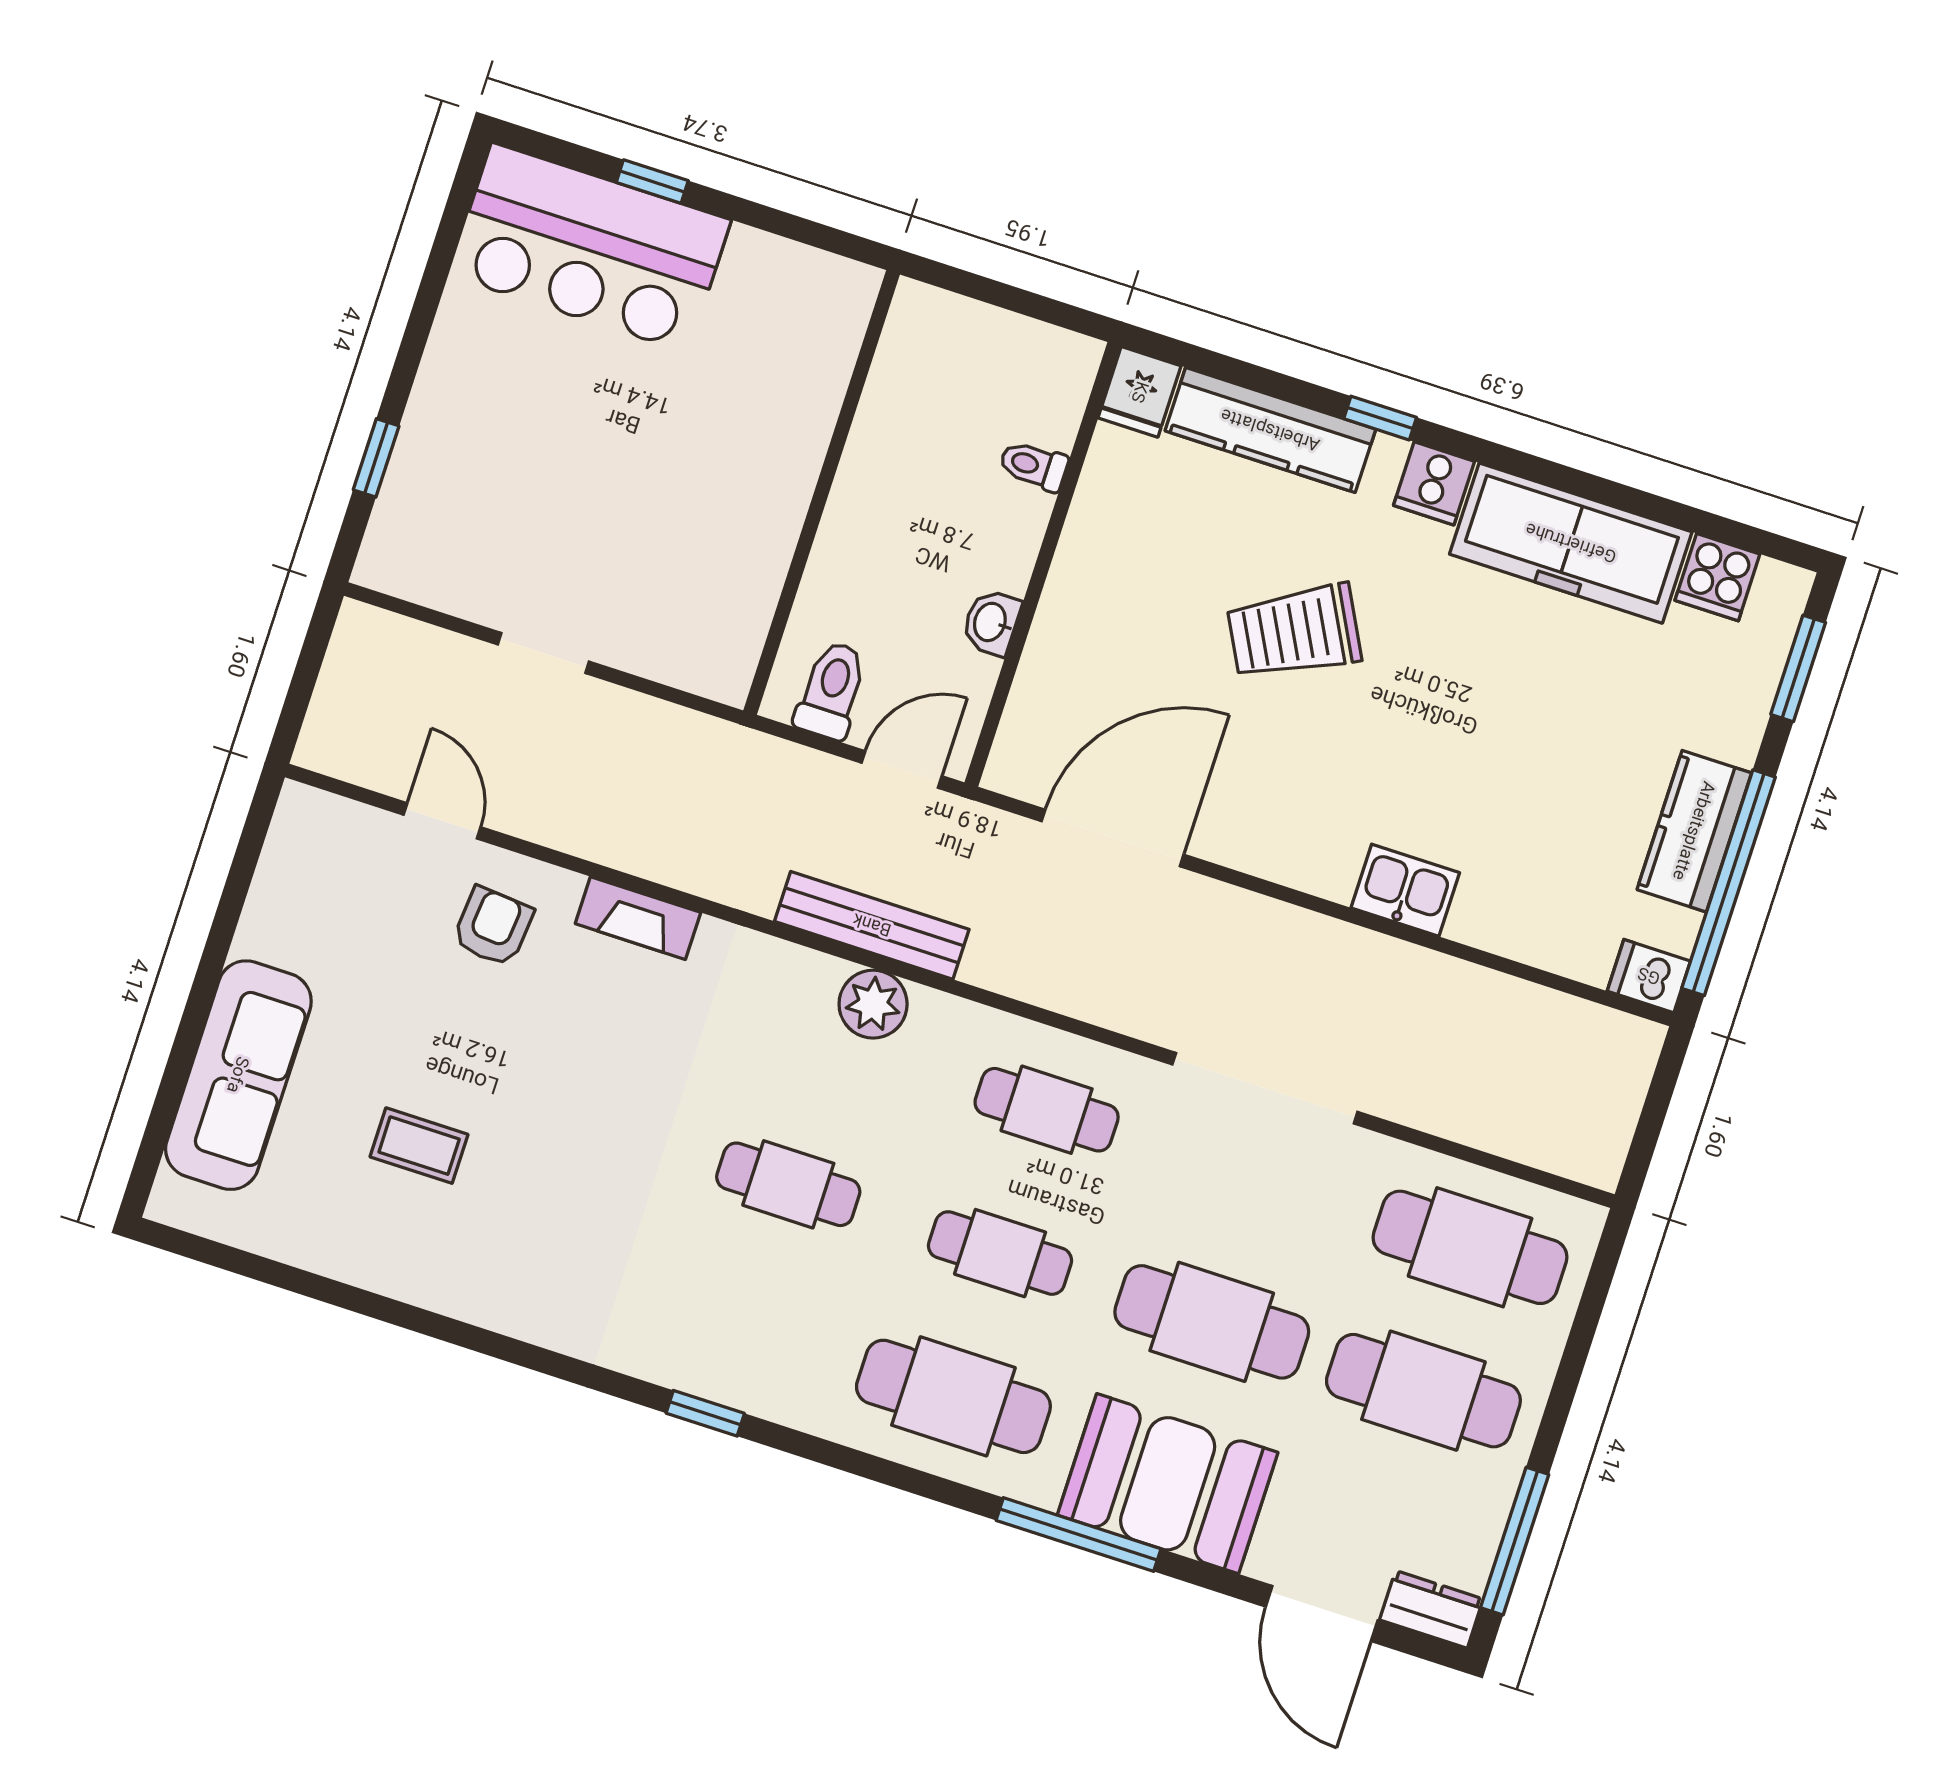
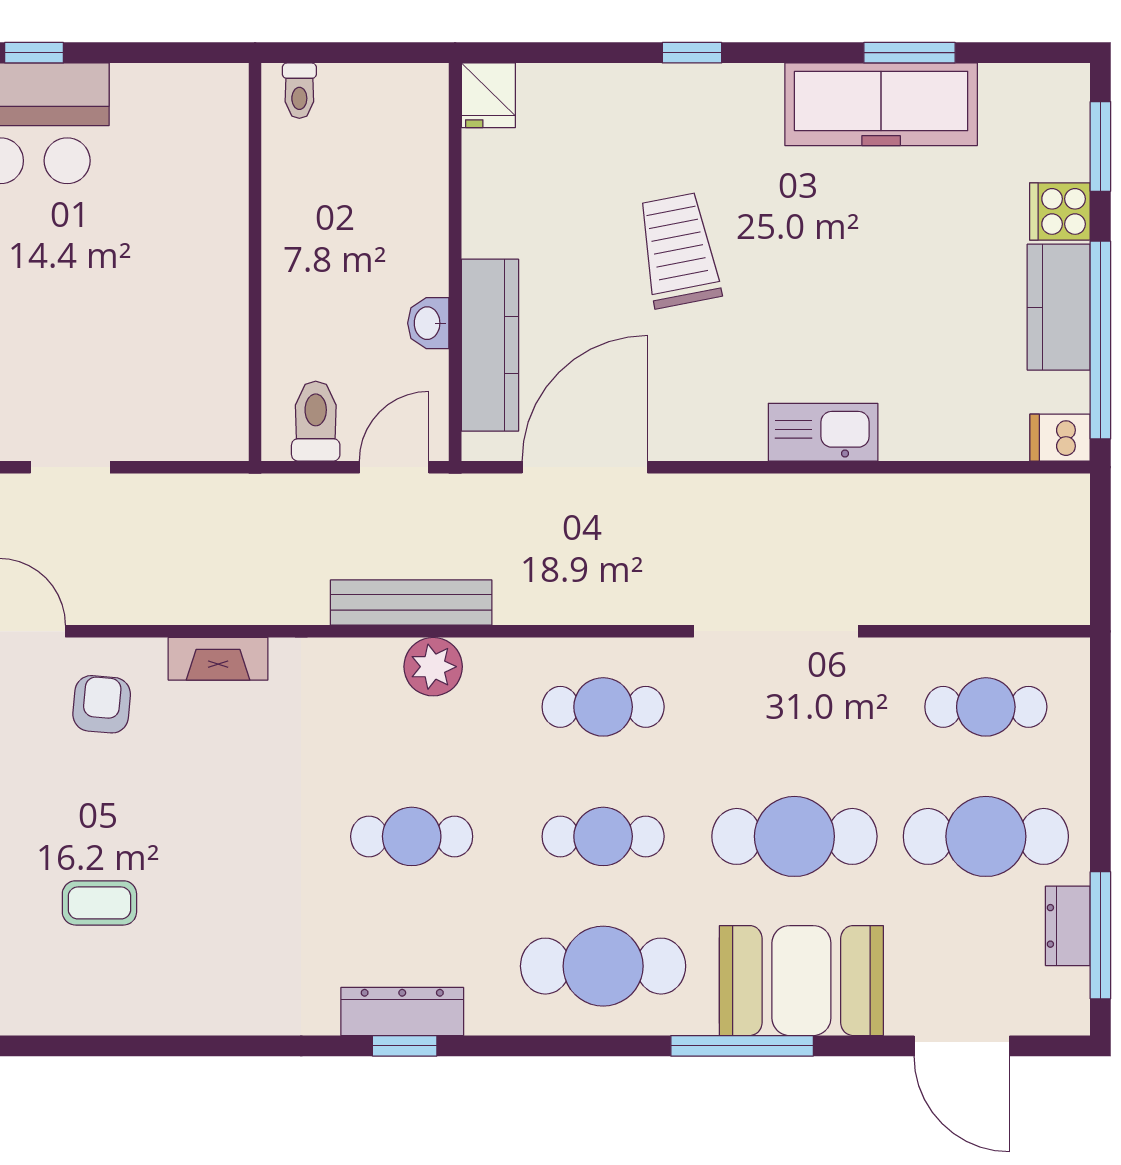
kitchen counter: (1270, 430) -> (490, 345), moved, turned -90
toilet: (1034, 466) -> (299, 91), moved, turned -90
cooker: (1434, 483) -> (753, 92), removed
window: (1621, 496) -> (909, 53), added
cooker: (1717, 577) -> (1060, 211), moved, turned 90
trolley: (1294, 632) -> (679, 250), turned 107
kitchen sink: (1405, 890) -> (823, 432), width x1.38
cafe table: (1470, 1247) -> (986, 707), width x0.73, depth x0.74
dresser: (715, 1374) -> (402, 1011), added
dresser: (1431, 1609) -> (1068, 926), moved, turned -90

